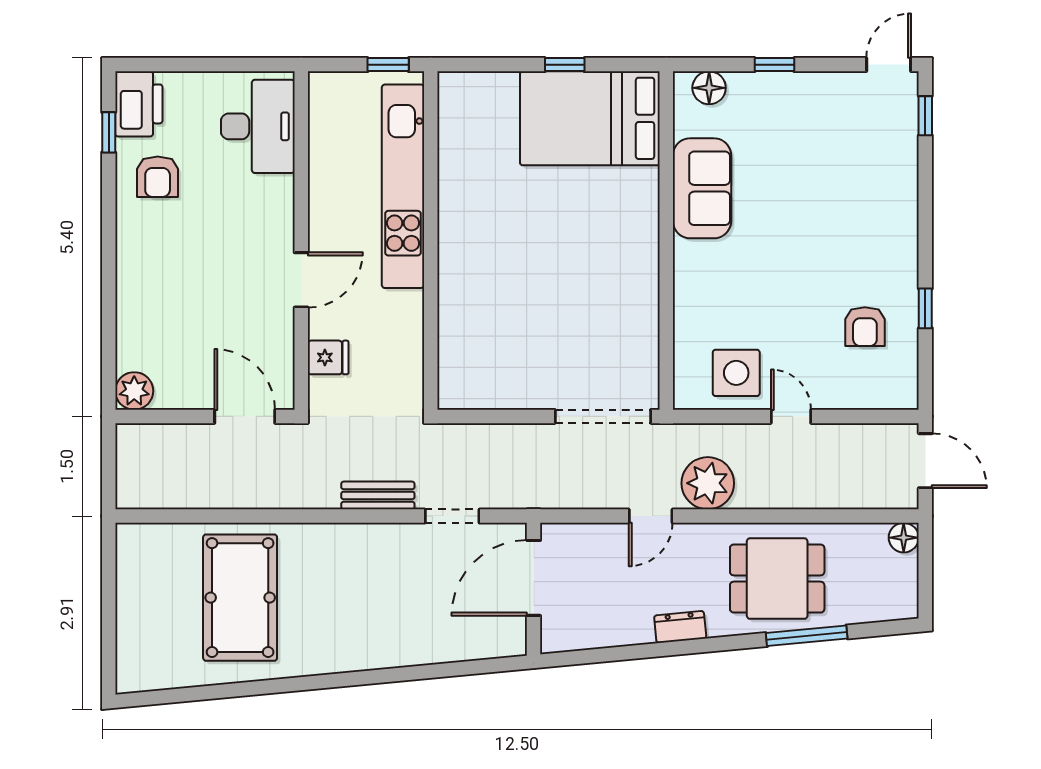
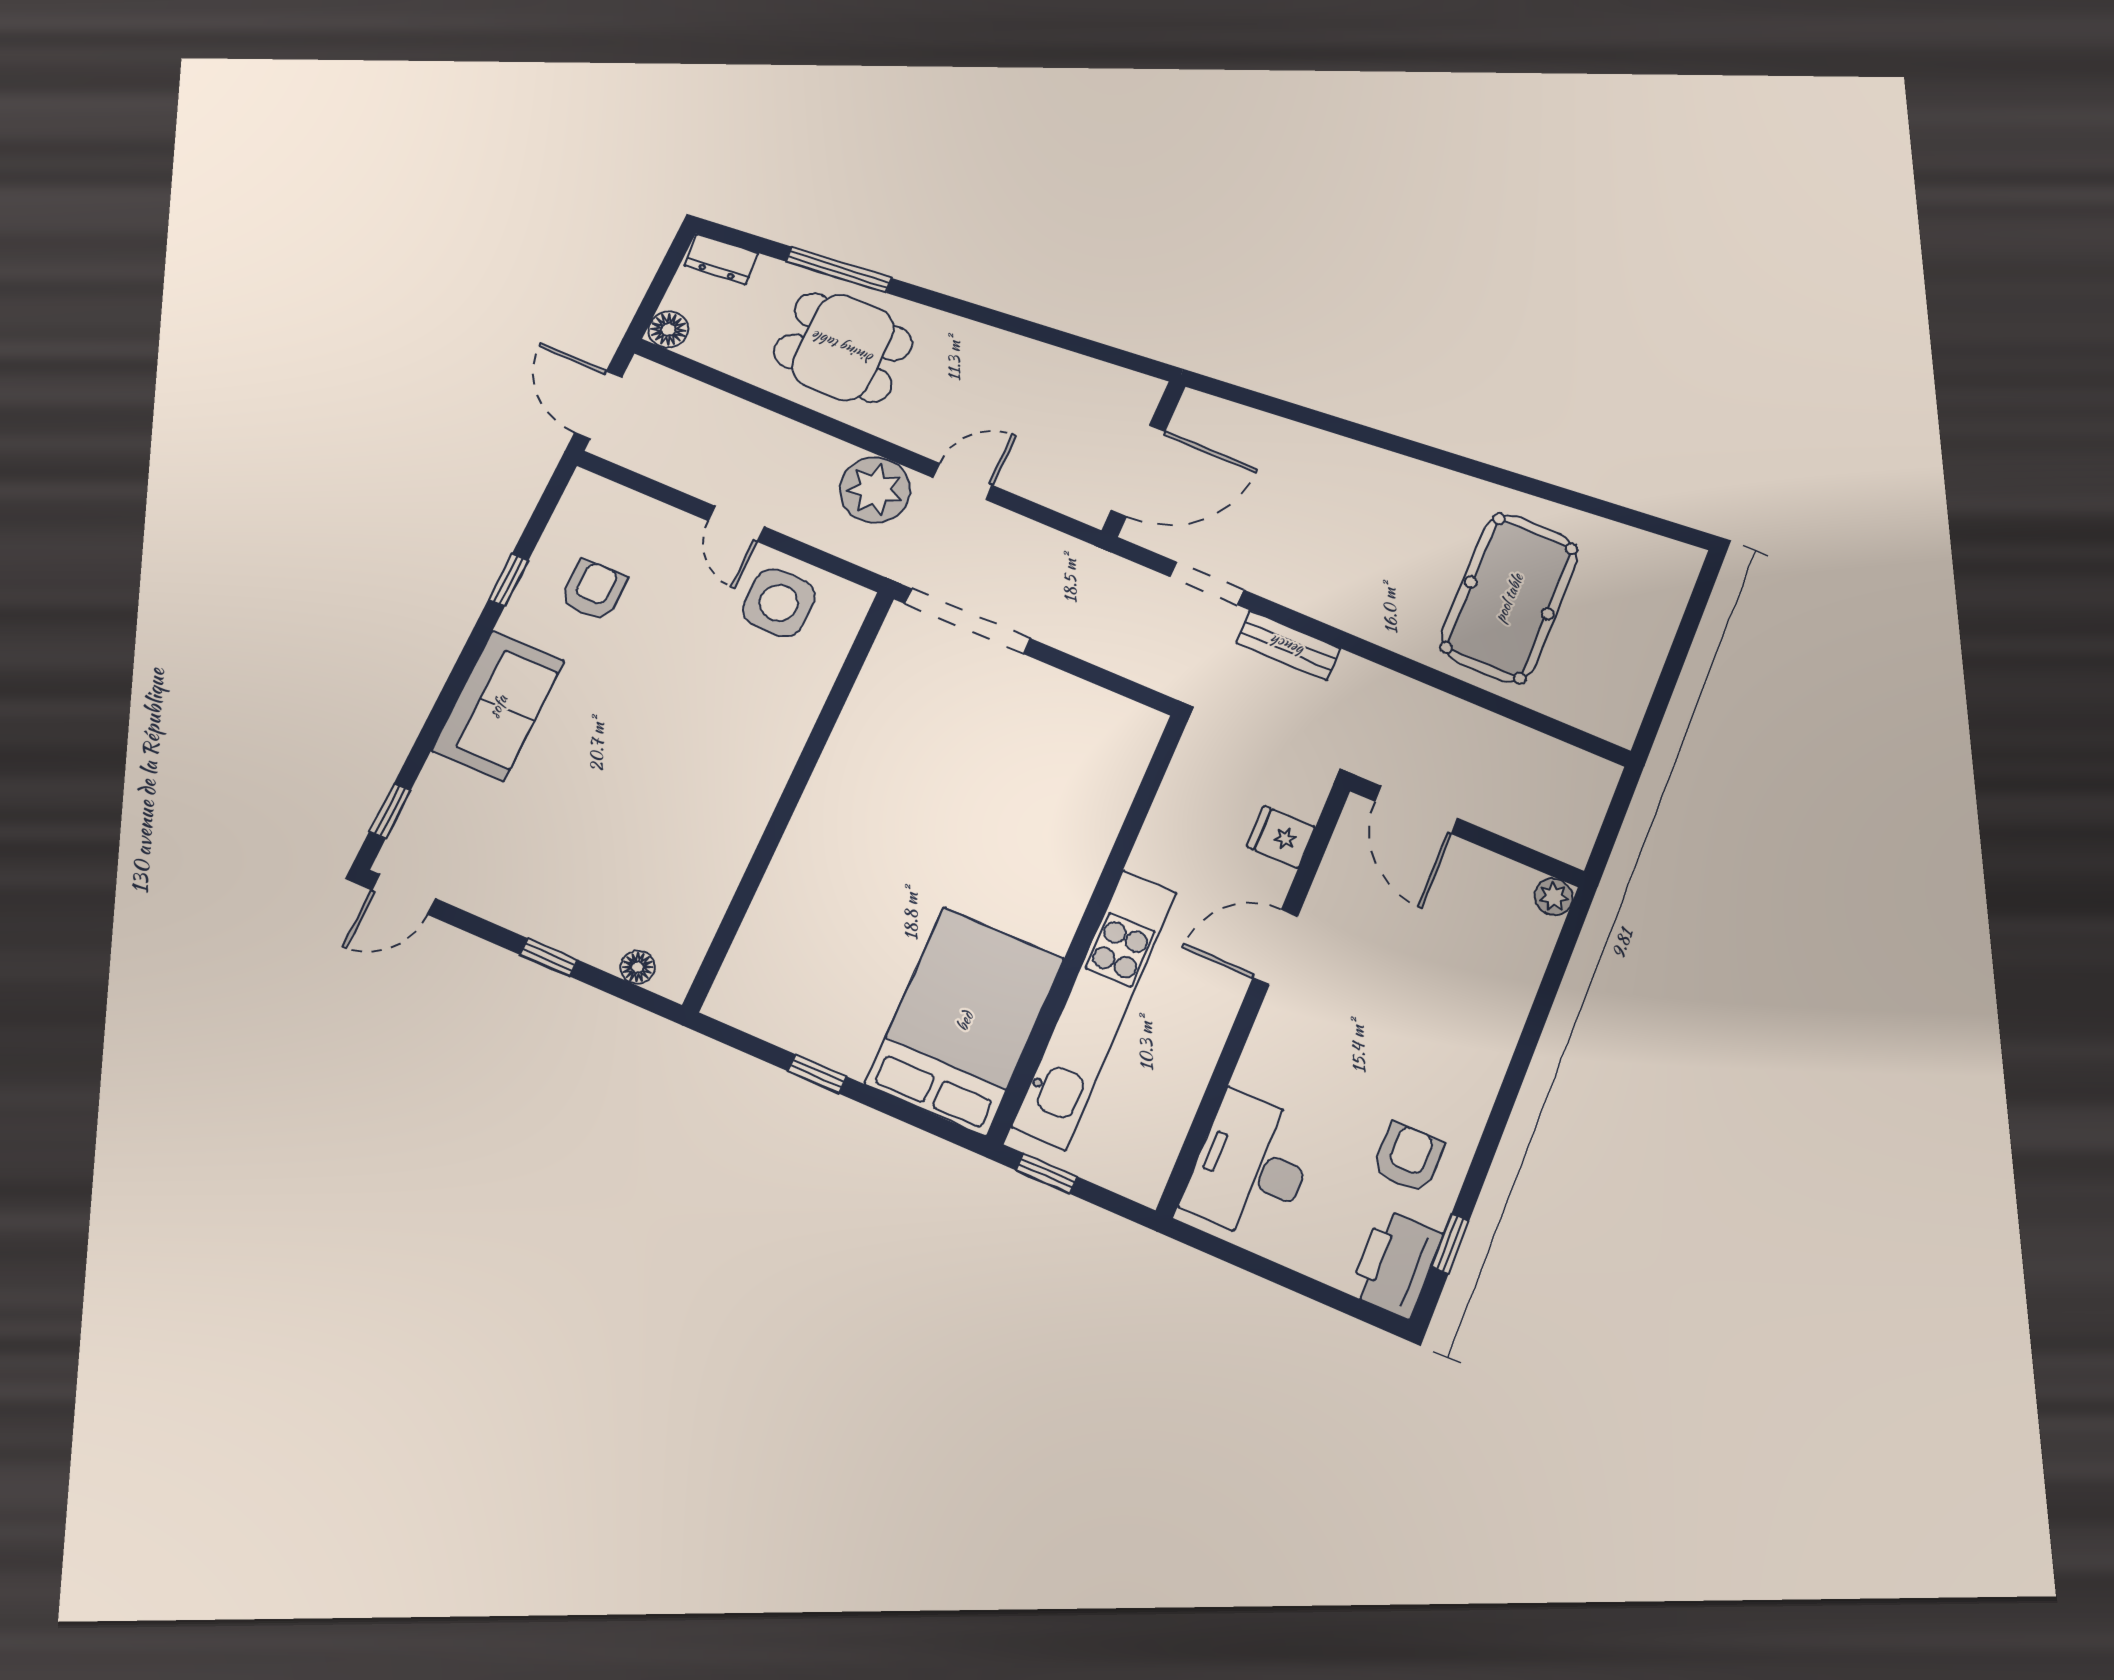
floor lamp: (709, 88) -> (638, 967), width x0.73, depth x0.73
bed: (590, 118) -> (965, 1021), moved, turned -90
sofa: (702, 188) -> (498, 706), moved, turned 180
plant: (134, 391) -> (1554, 897), width x0.73, depth x0.73
dresser: (680, 627) -> (721, 259), moved

